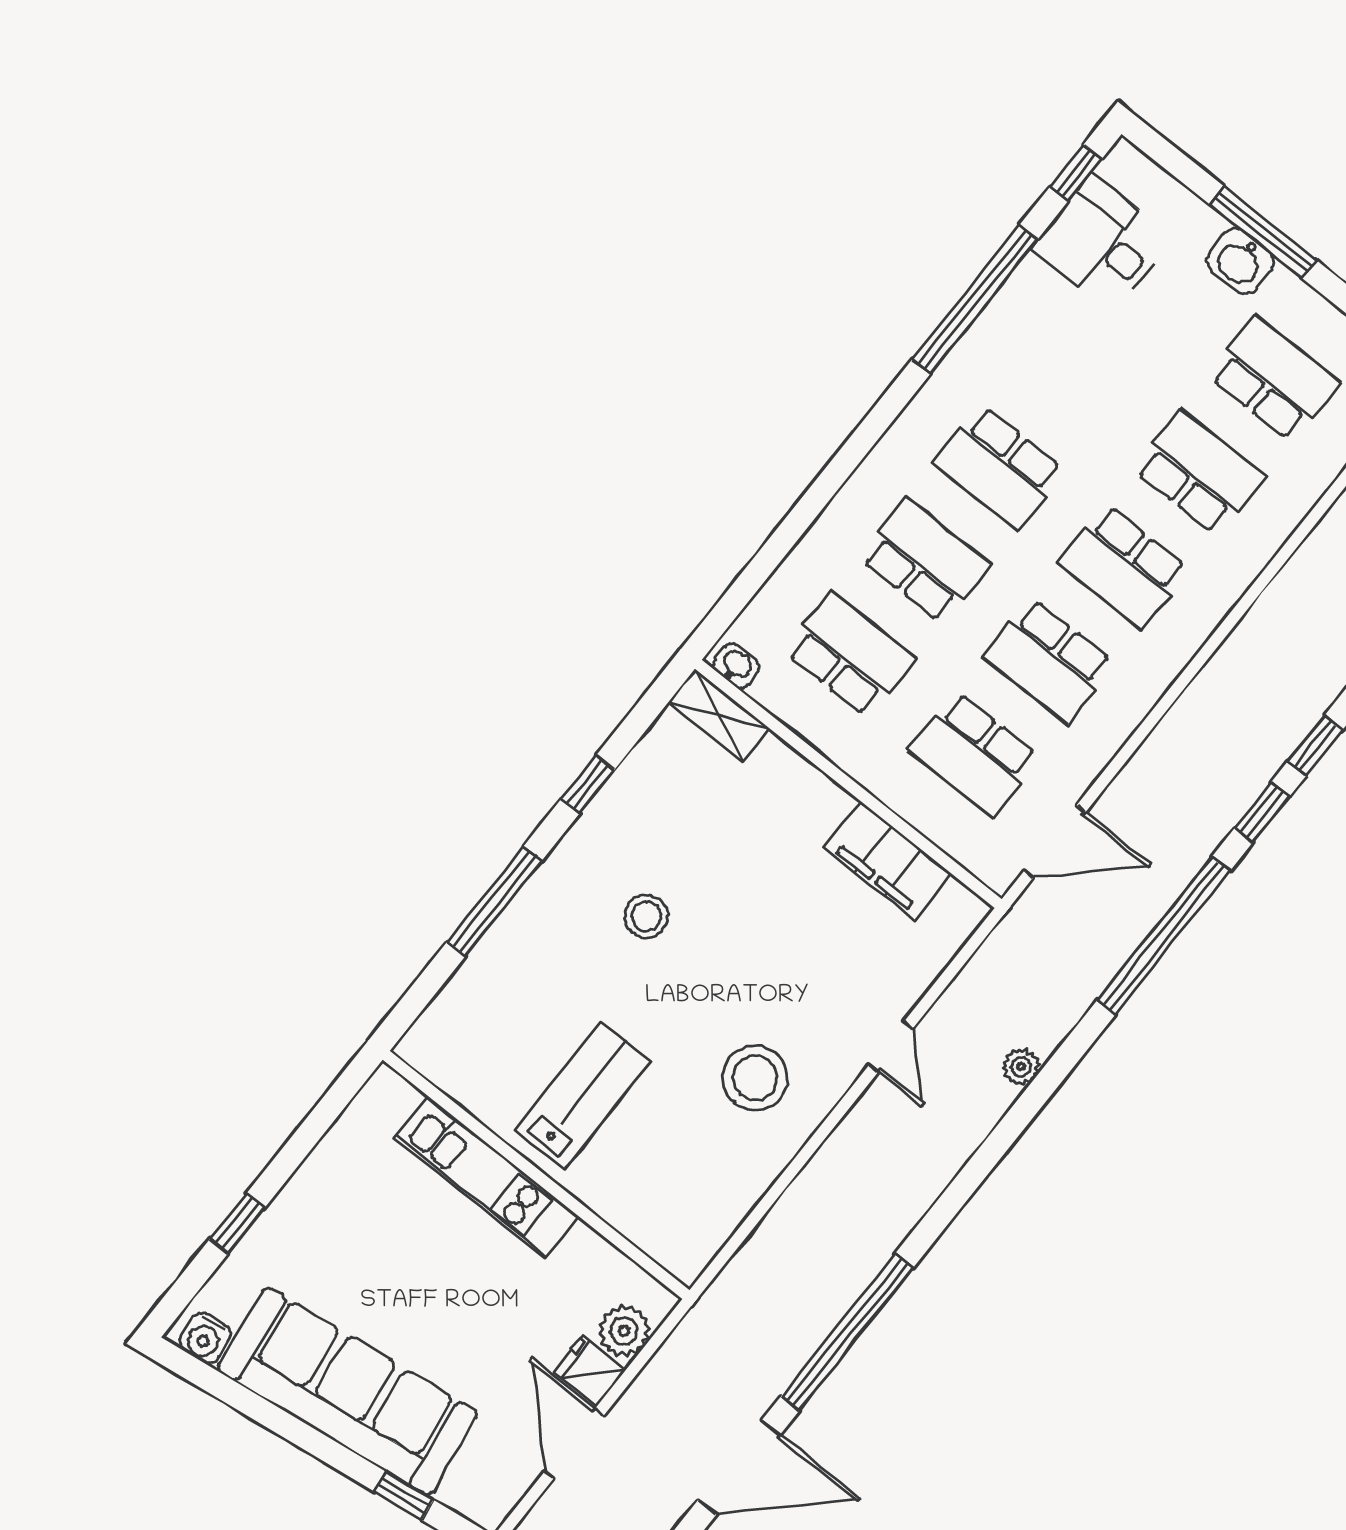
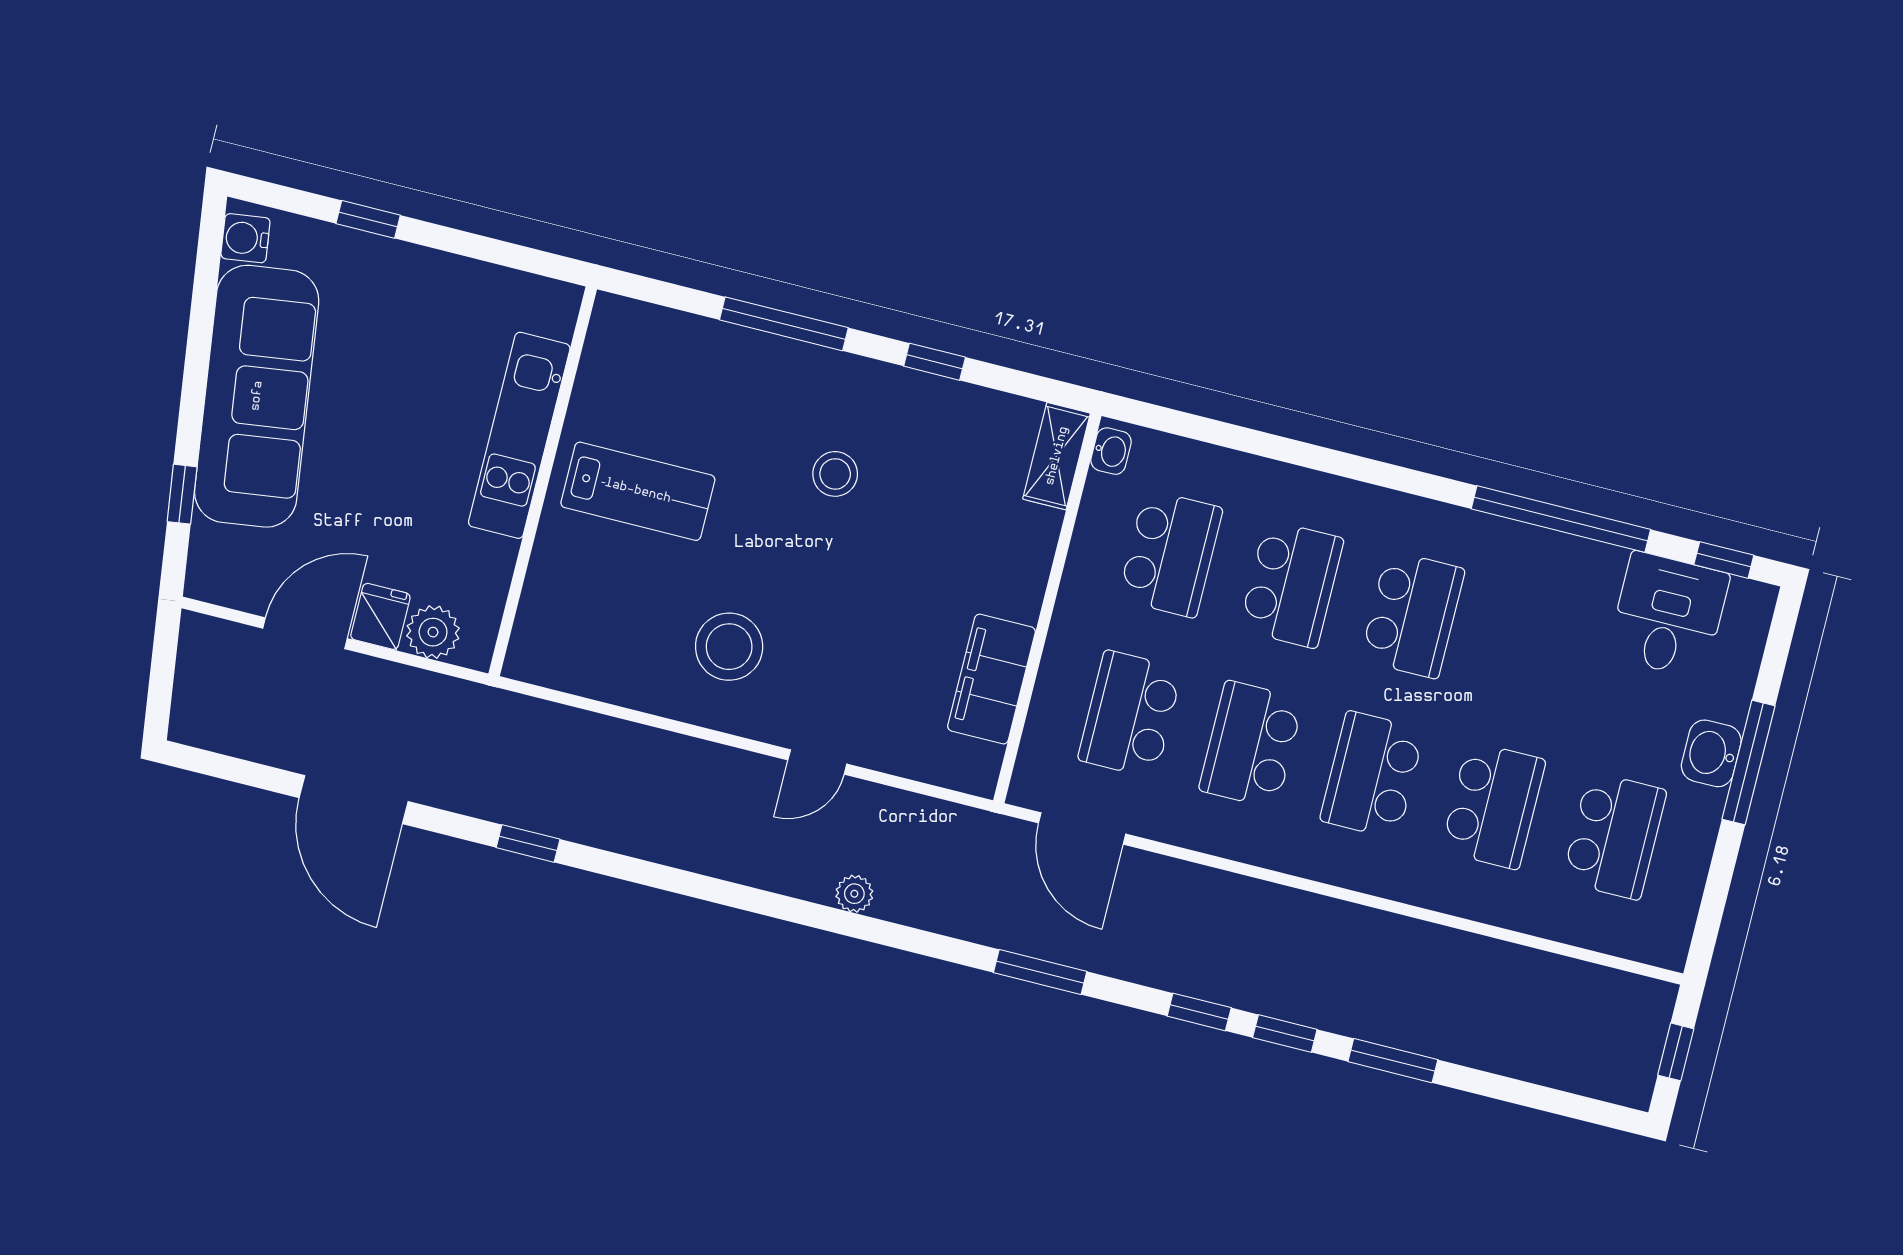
school desk: (999, 467) -> (1413, 615), turned 180
window: (1164, 935) -> (1040, 972), width x0.47
window: (847, 1332) -> (528, 843), width x0.32

